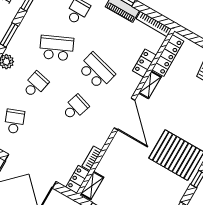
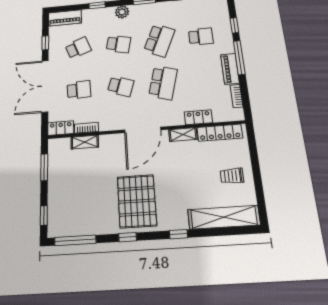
bookcase: (154, 24) -> (237, 96), width x0.64
school desk: (57, 48) -> (159, 40), turned 48
school desk: (54, 144) -> (79, 90), added
shelving: (92, 186) -> (85, 142), moved

